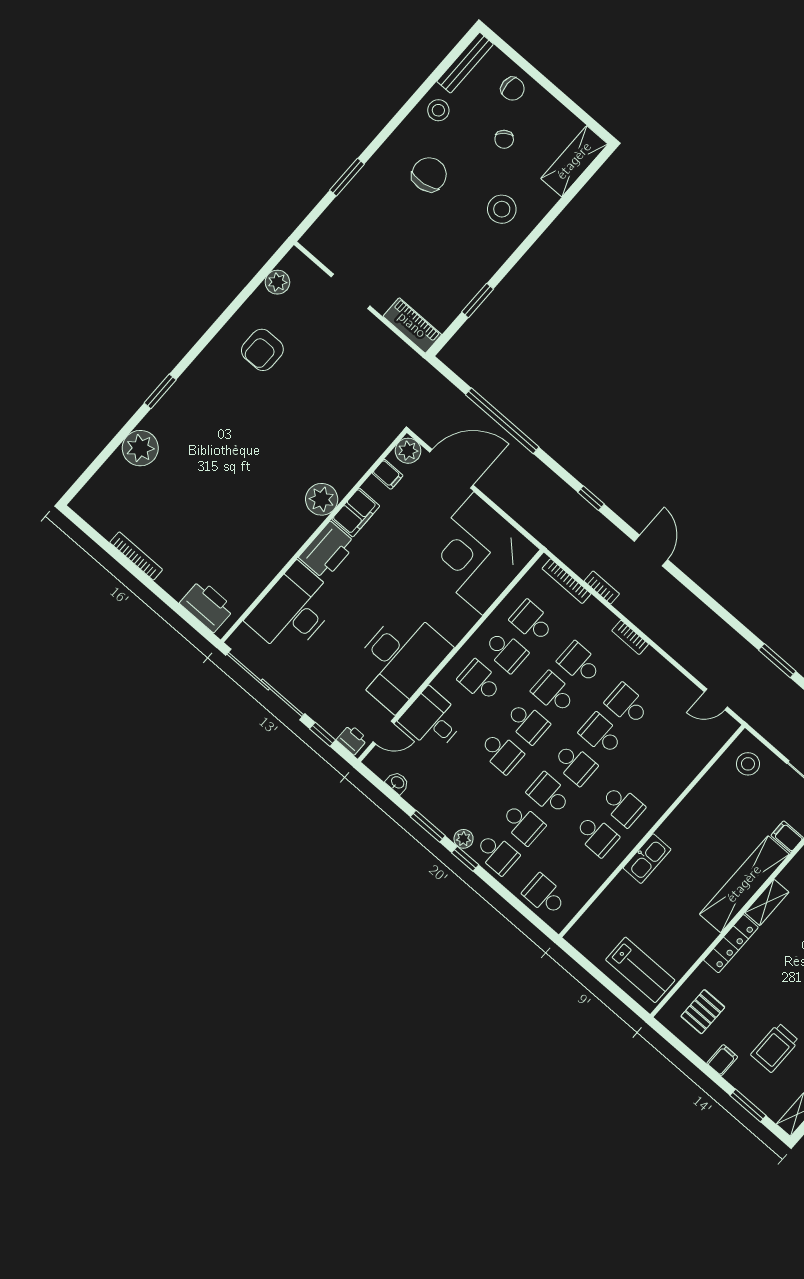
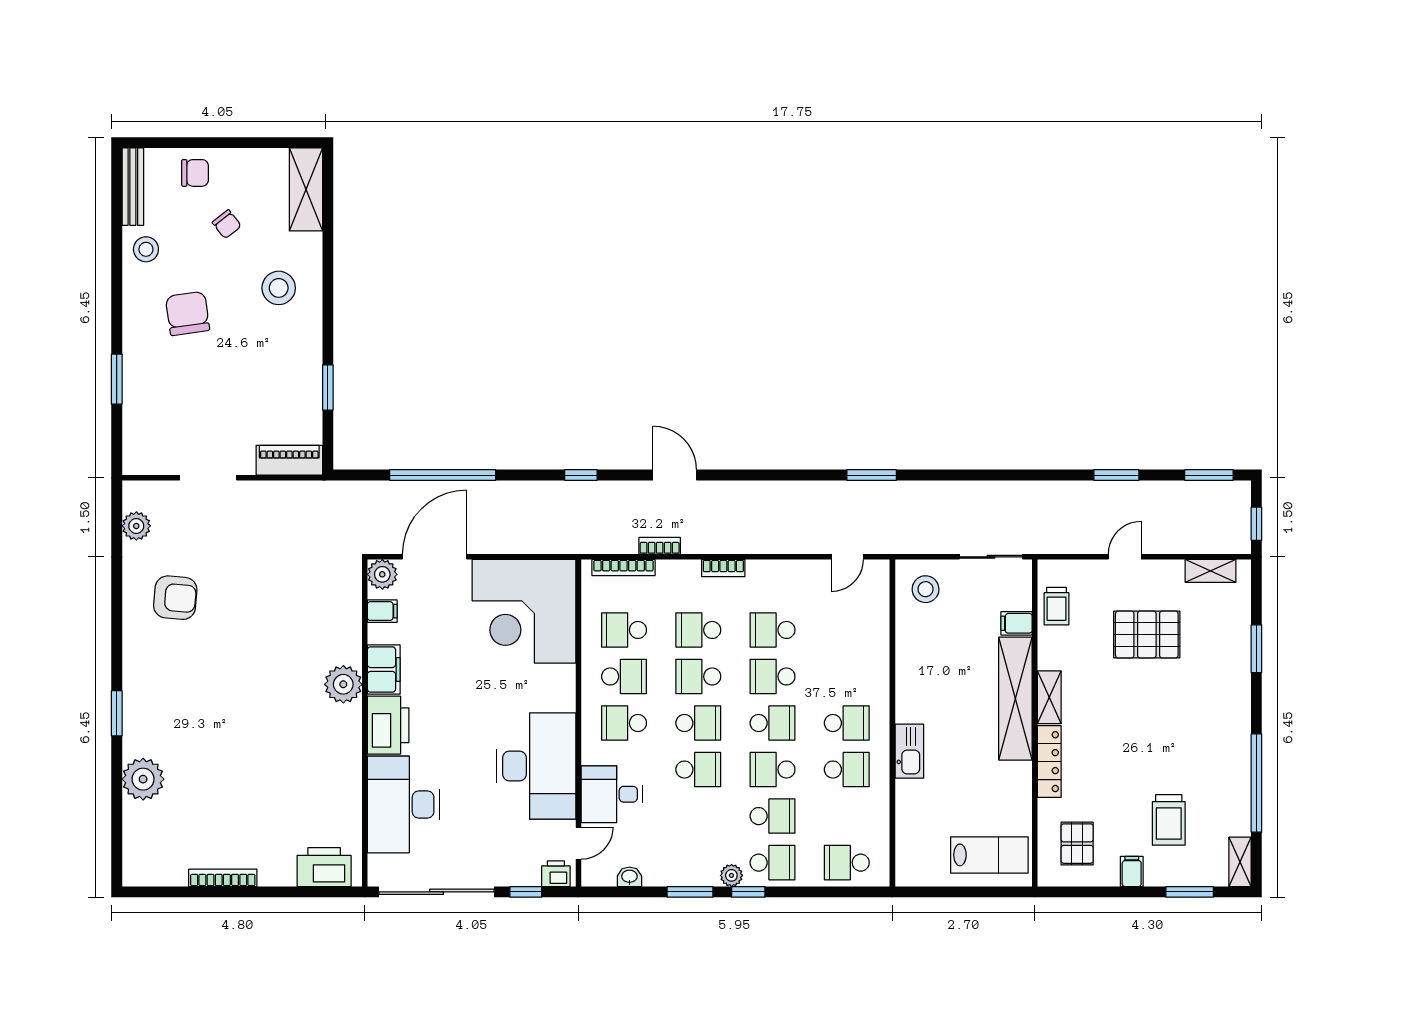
armchair: (262, 350) -> (175, 598), turned -85

